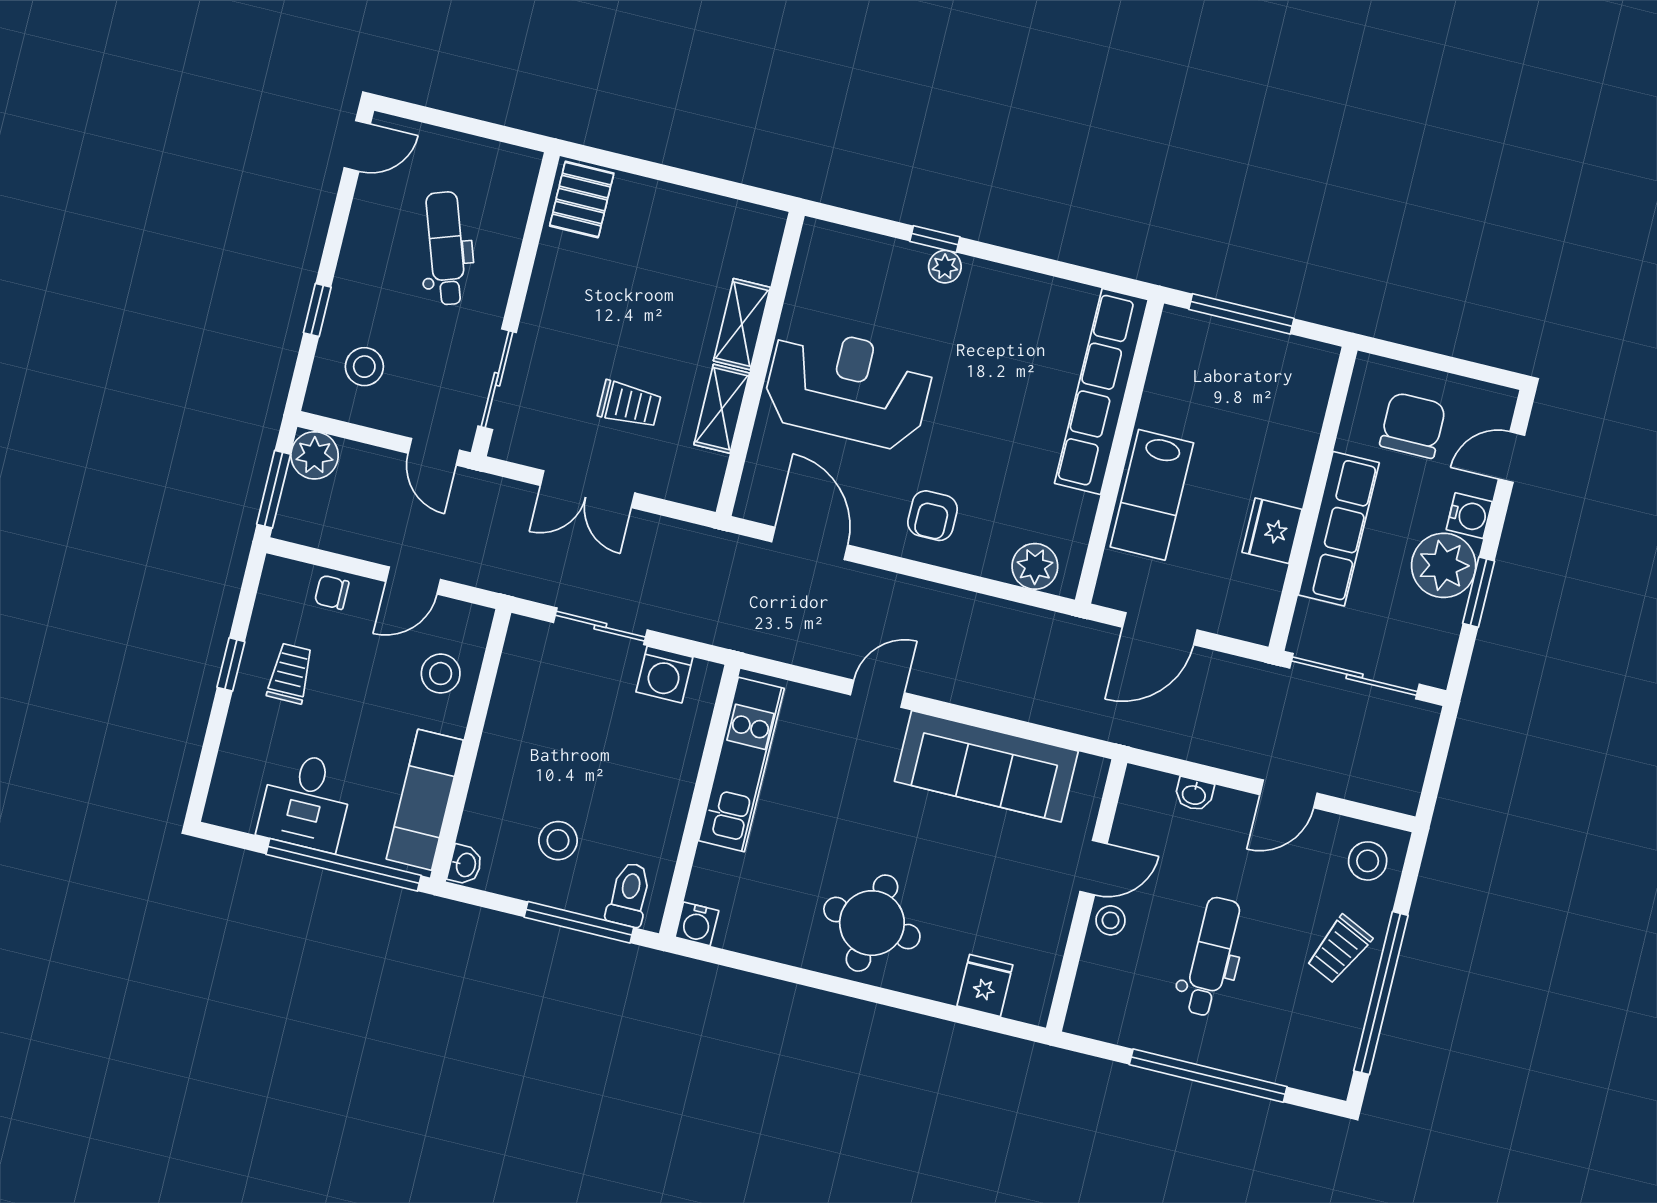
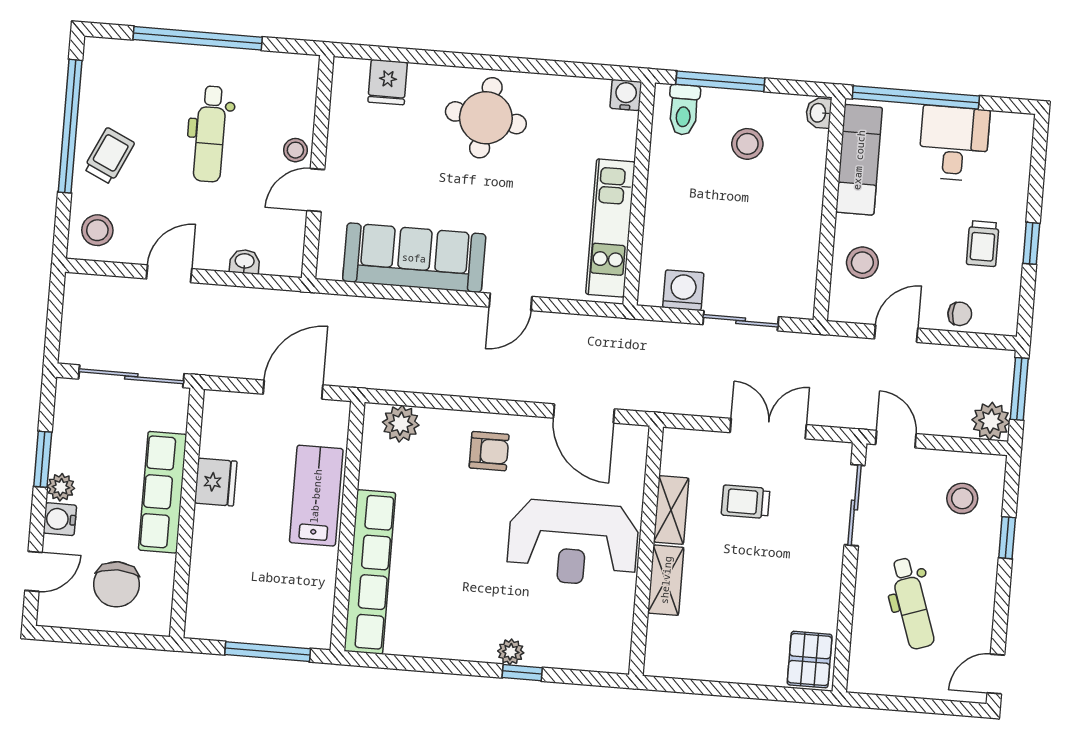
armchair: (933, 516) -> (489, 451), turned 90
plant: (1444, 565) -> (61, 487), width x0.53, depth x0.53

